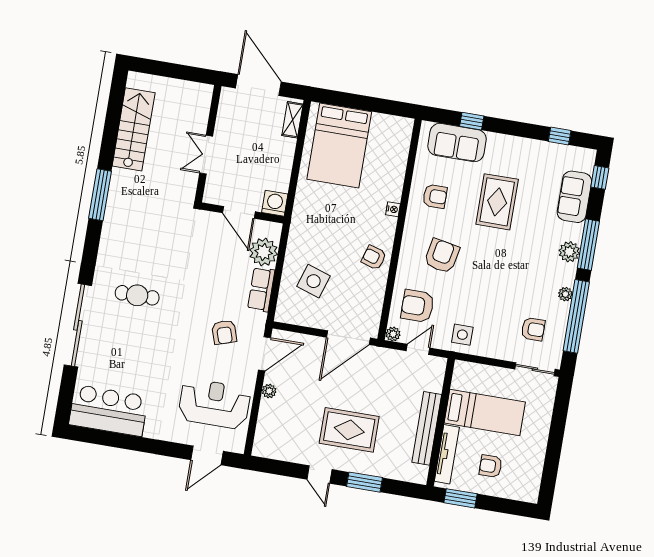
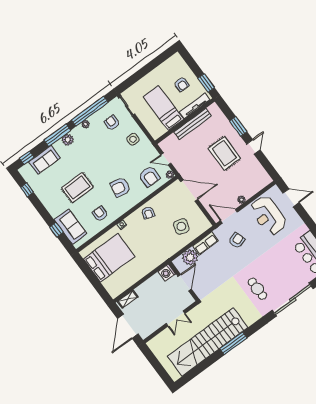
stairs: (134, 129) -> (208, 342), width x1.86, depth x1.51
bed: (339, 145) -> (109, 258), moved
side table: (462, 335) -> (133, 139), moved

